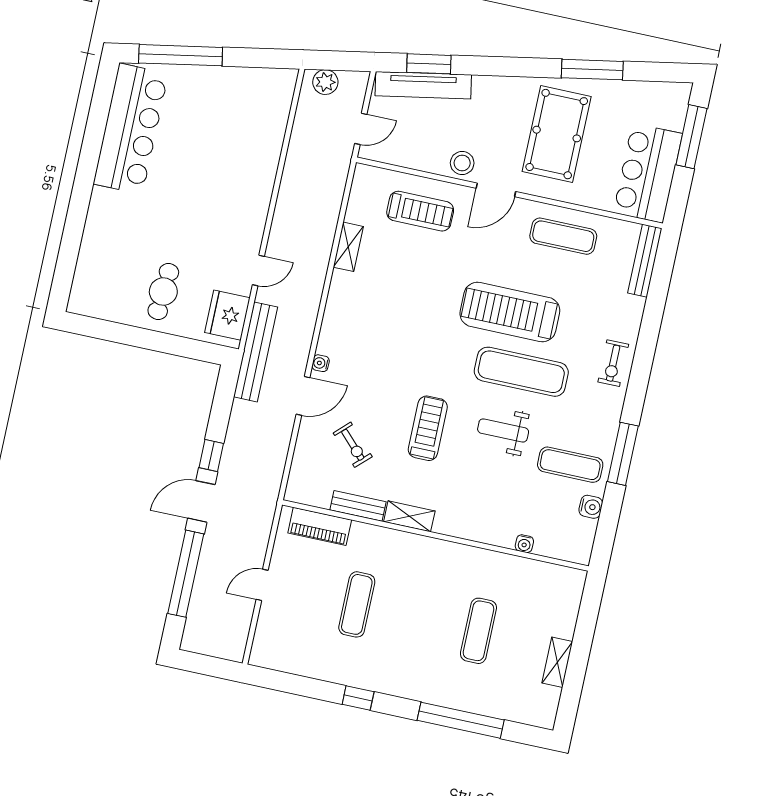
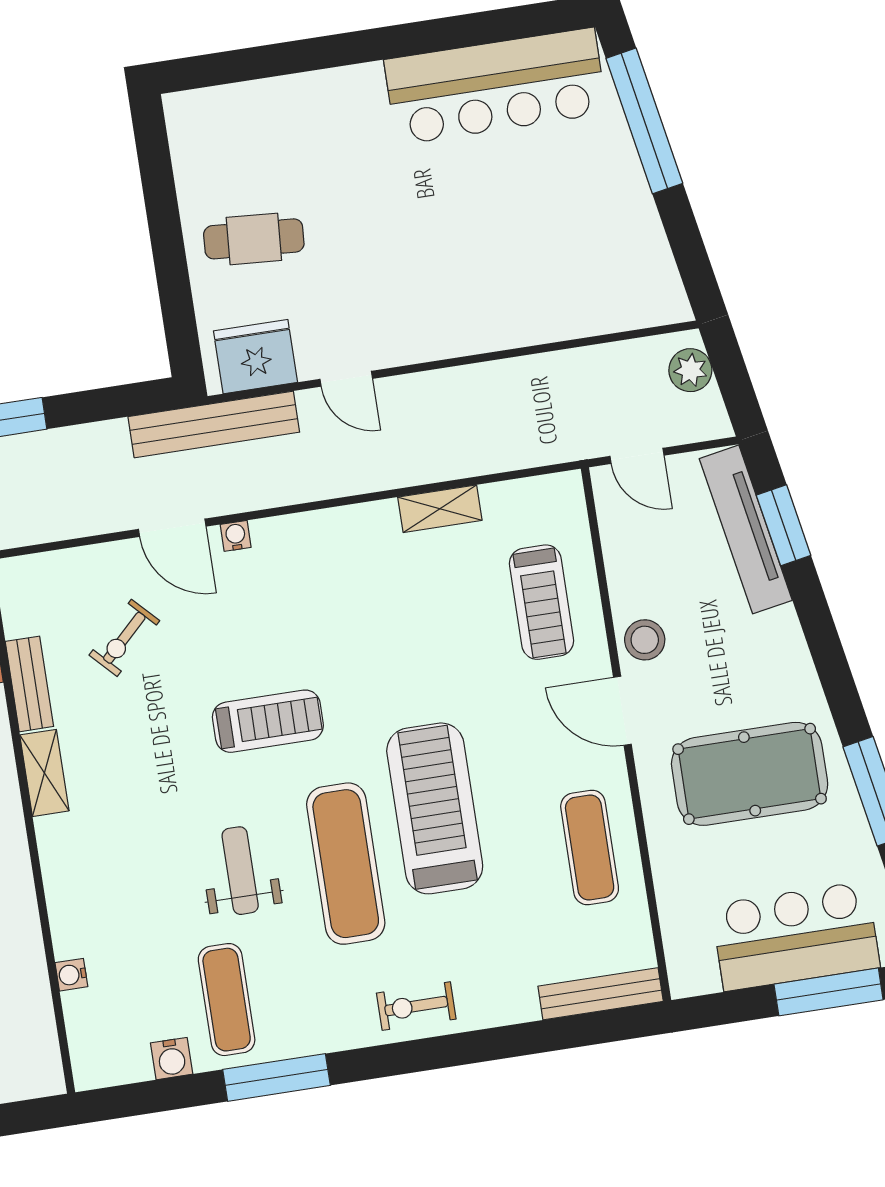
bar counter: (648, 173) -> (796, 936), moved
treadmill: (428, 428) -> (268, 721), moved

